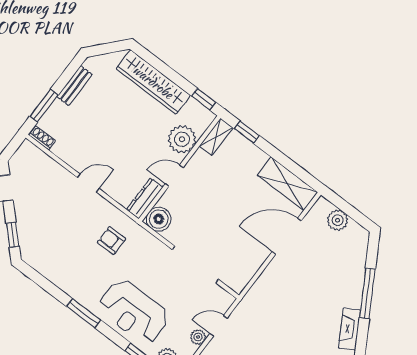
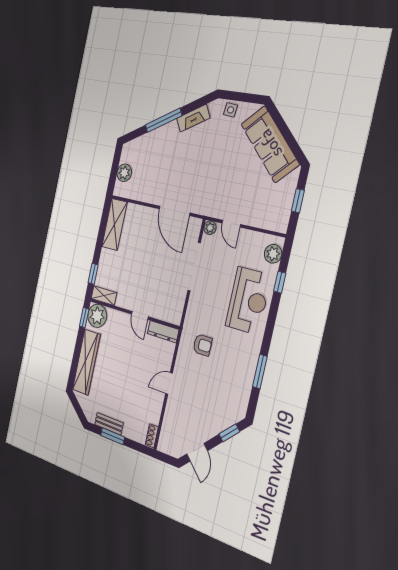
window: (44, 106) -> (113, 436), moved
plant: (182, 139) -> (97, 316), moved
door: (88, 183) -> (169, 383), hinge flipped
boiler: (159, 219) -> (173, 313), removed
door: (287, 236) -> (174, 211), moved
armchair: (111, 240) -> (202, 345), turned -90
window: (84, 313) -> (260, 372), moved
plant: (198, 337) -> (210, 228), moved

